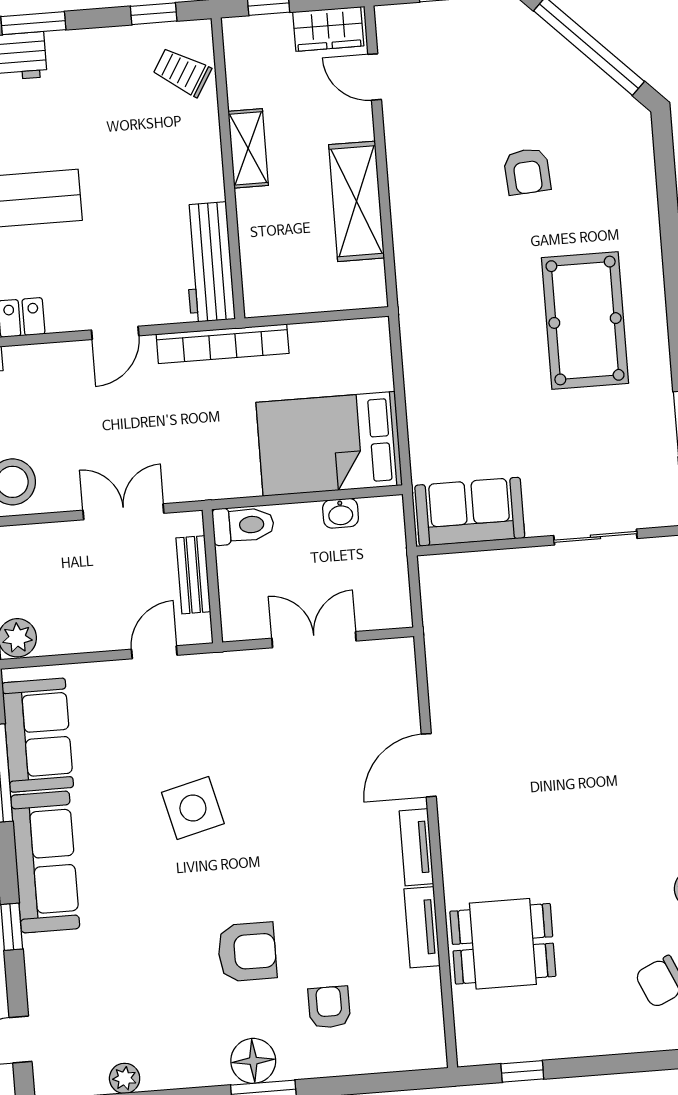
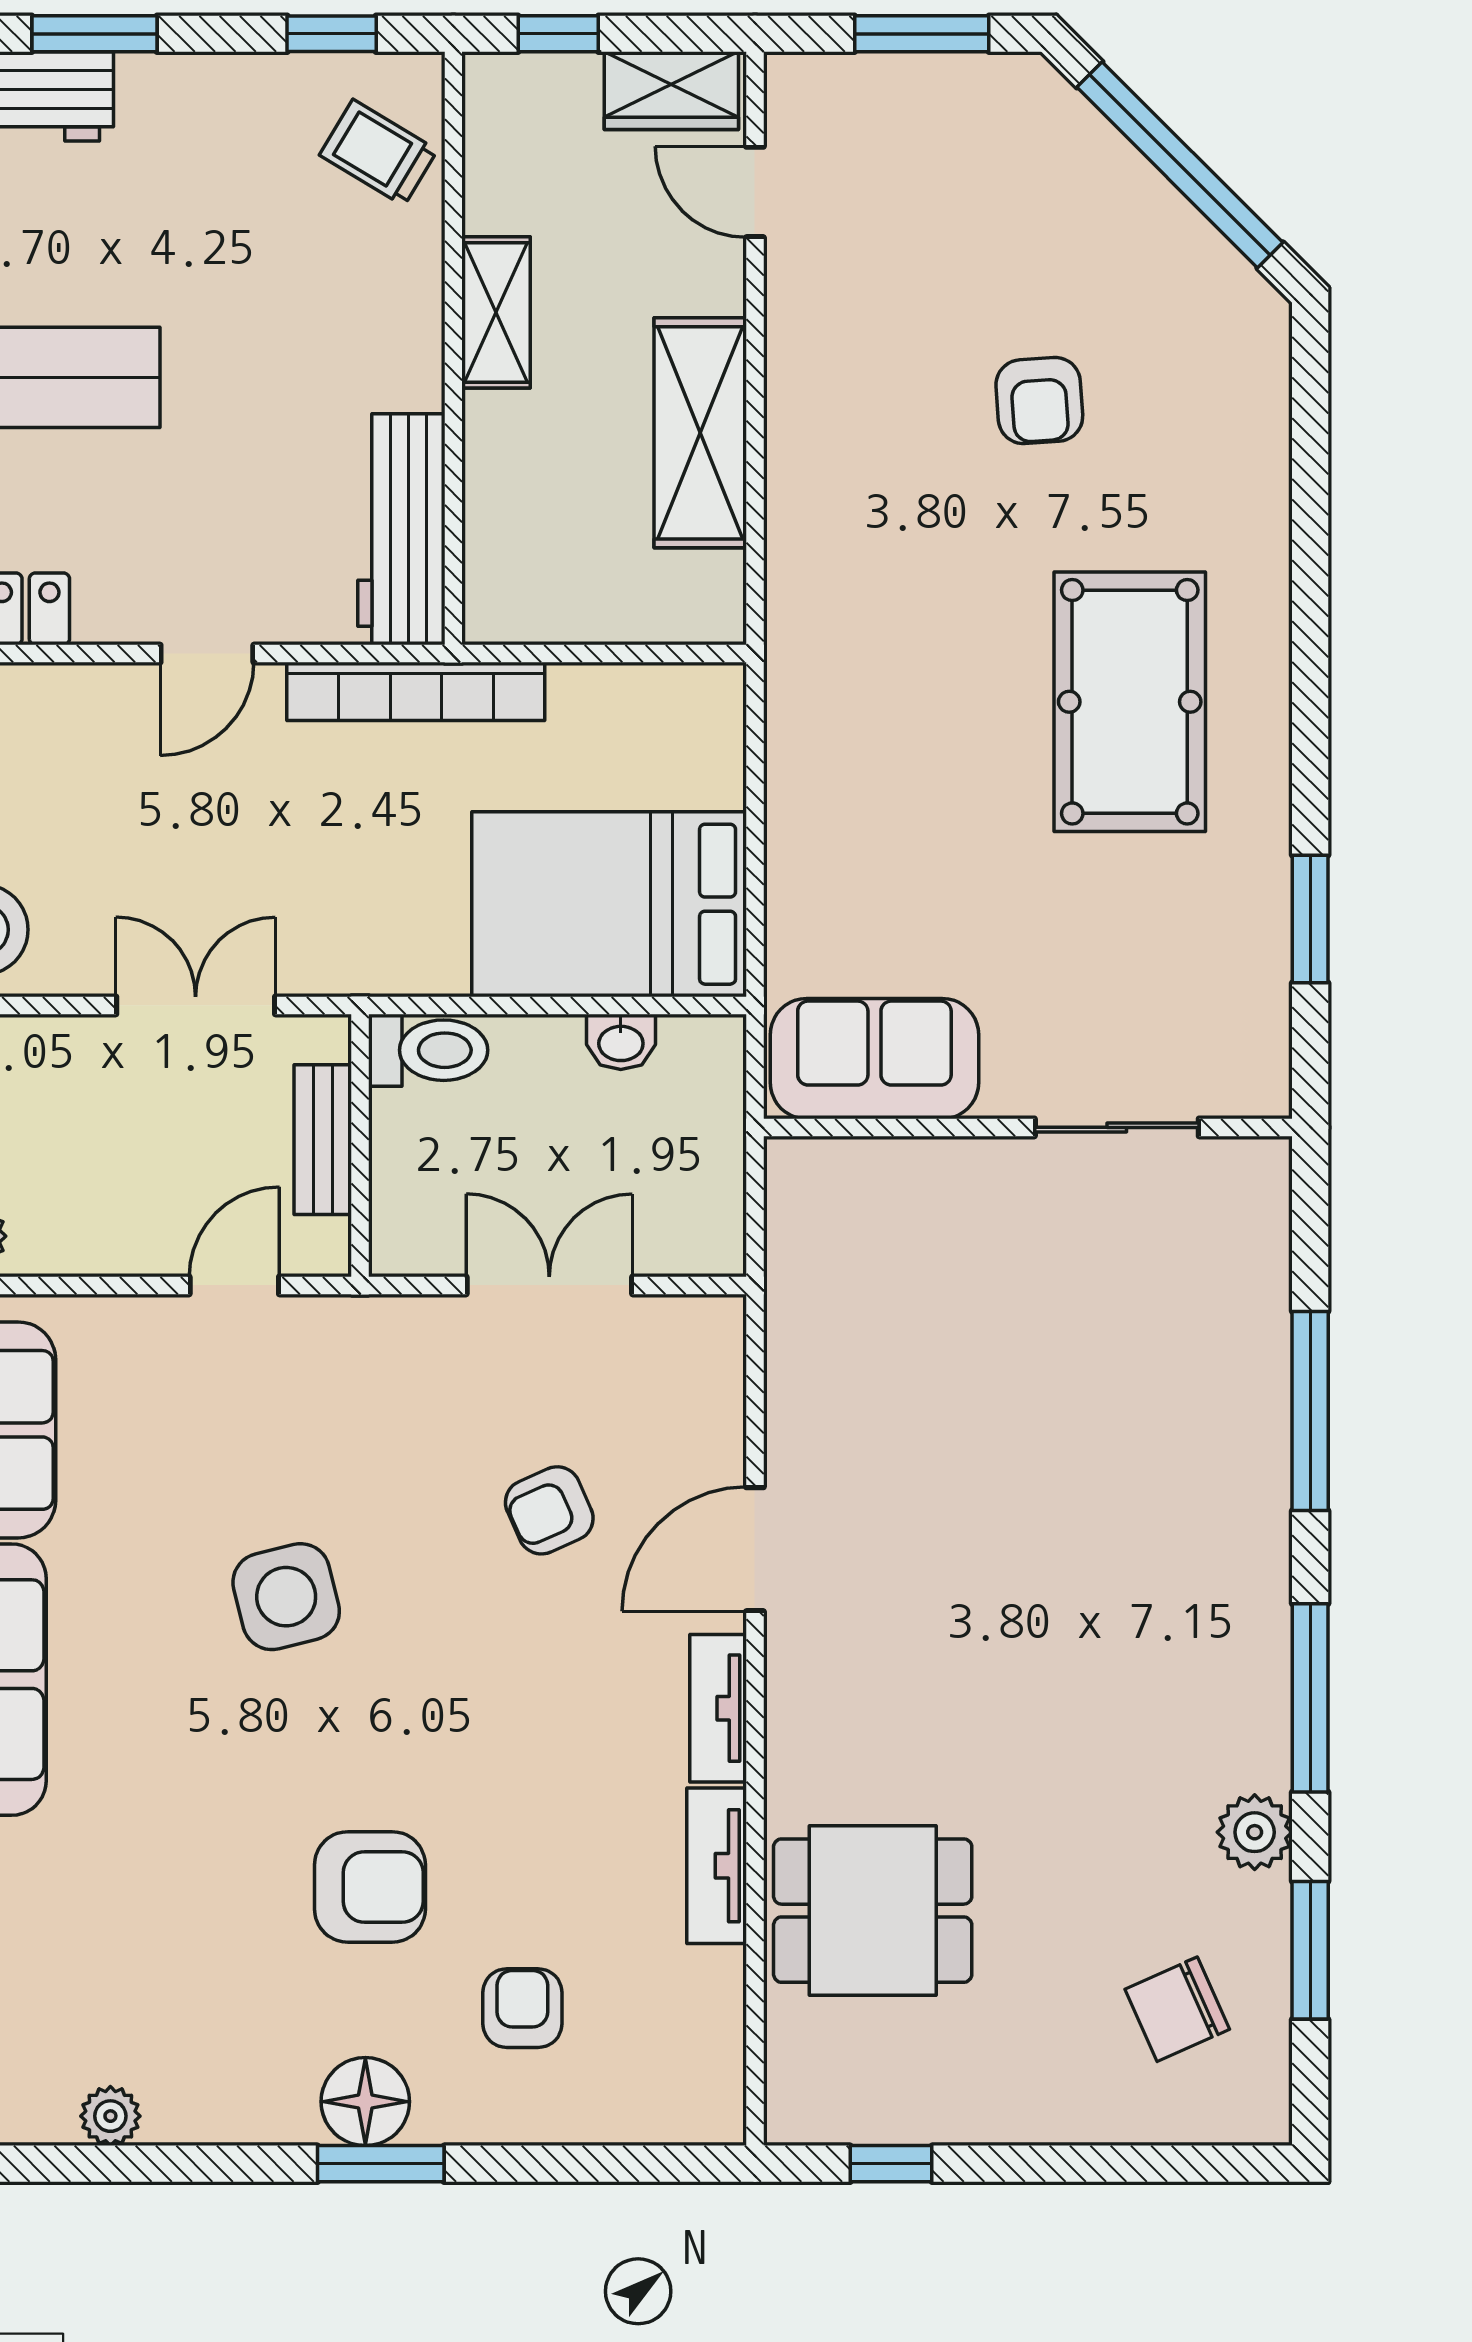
armchair: (323, 754) -> (549, 1510), added

